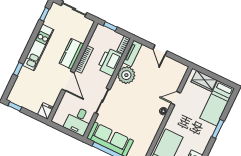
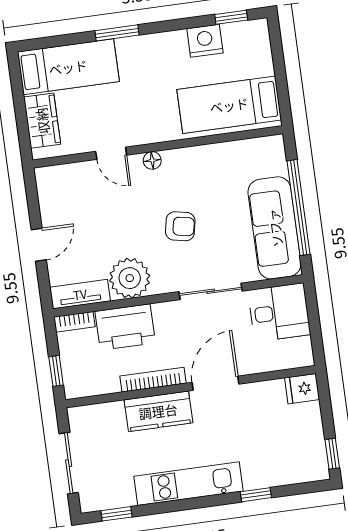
armchair: (133, 106) -> (180, 226), added

